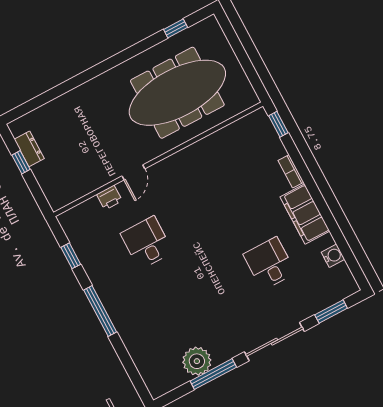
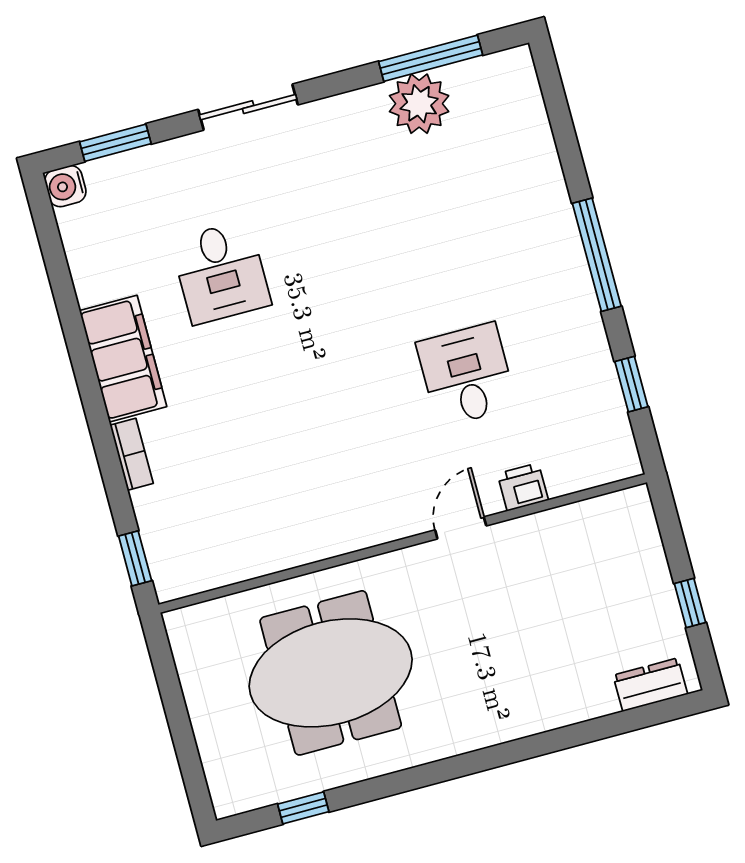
meeting table: (177, 93) -> (331, 673), width x0.73
dresser: (29, 149) -> (650, 685), moved, turned 90
desk: (147, 243) -> (467, 375), turned 180
water cooler: (333, 256) -> (65, 186), moved
sliding door: (274, 342) -> (248, 107), width x0.73
window: (213, 374) -> (431, 58), moved

